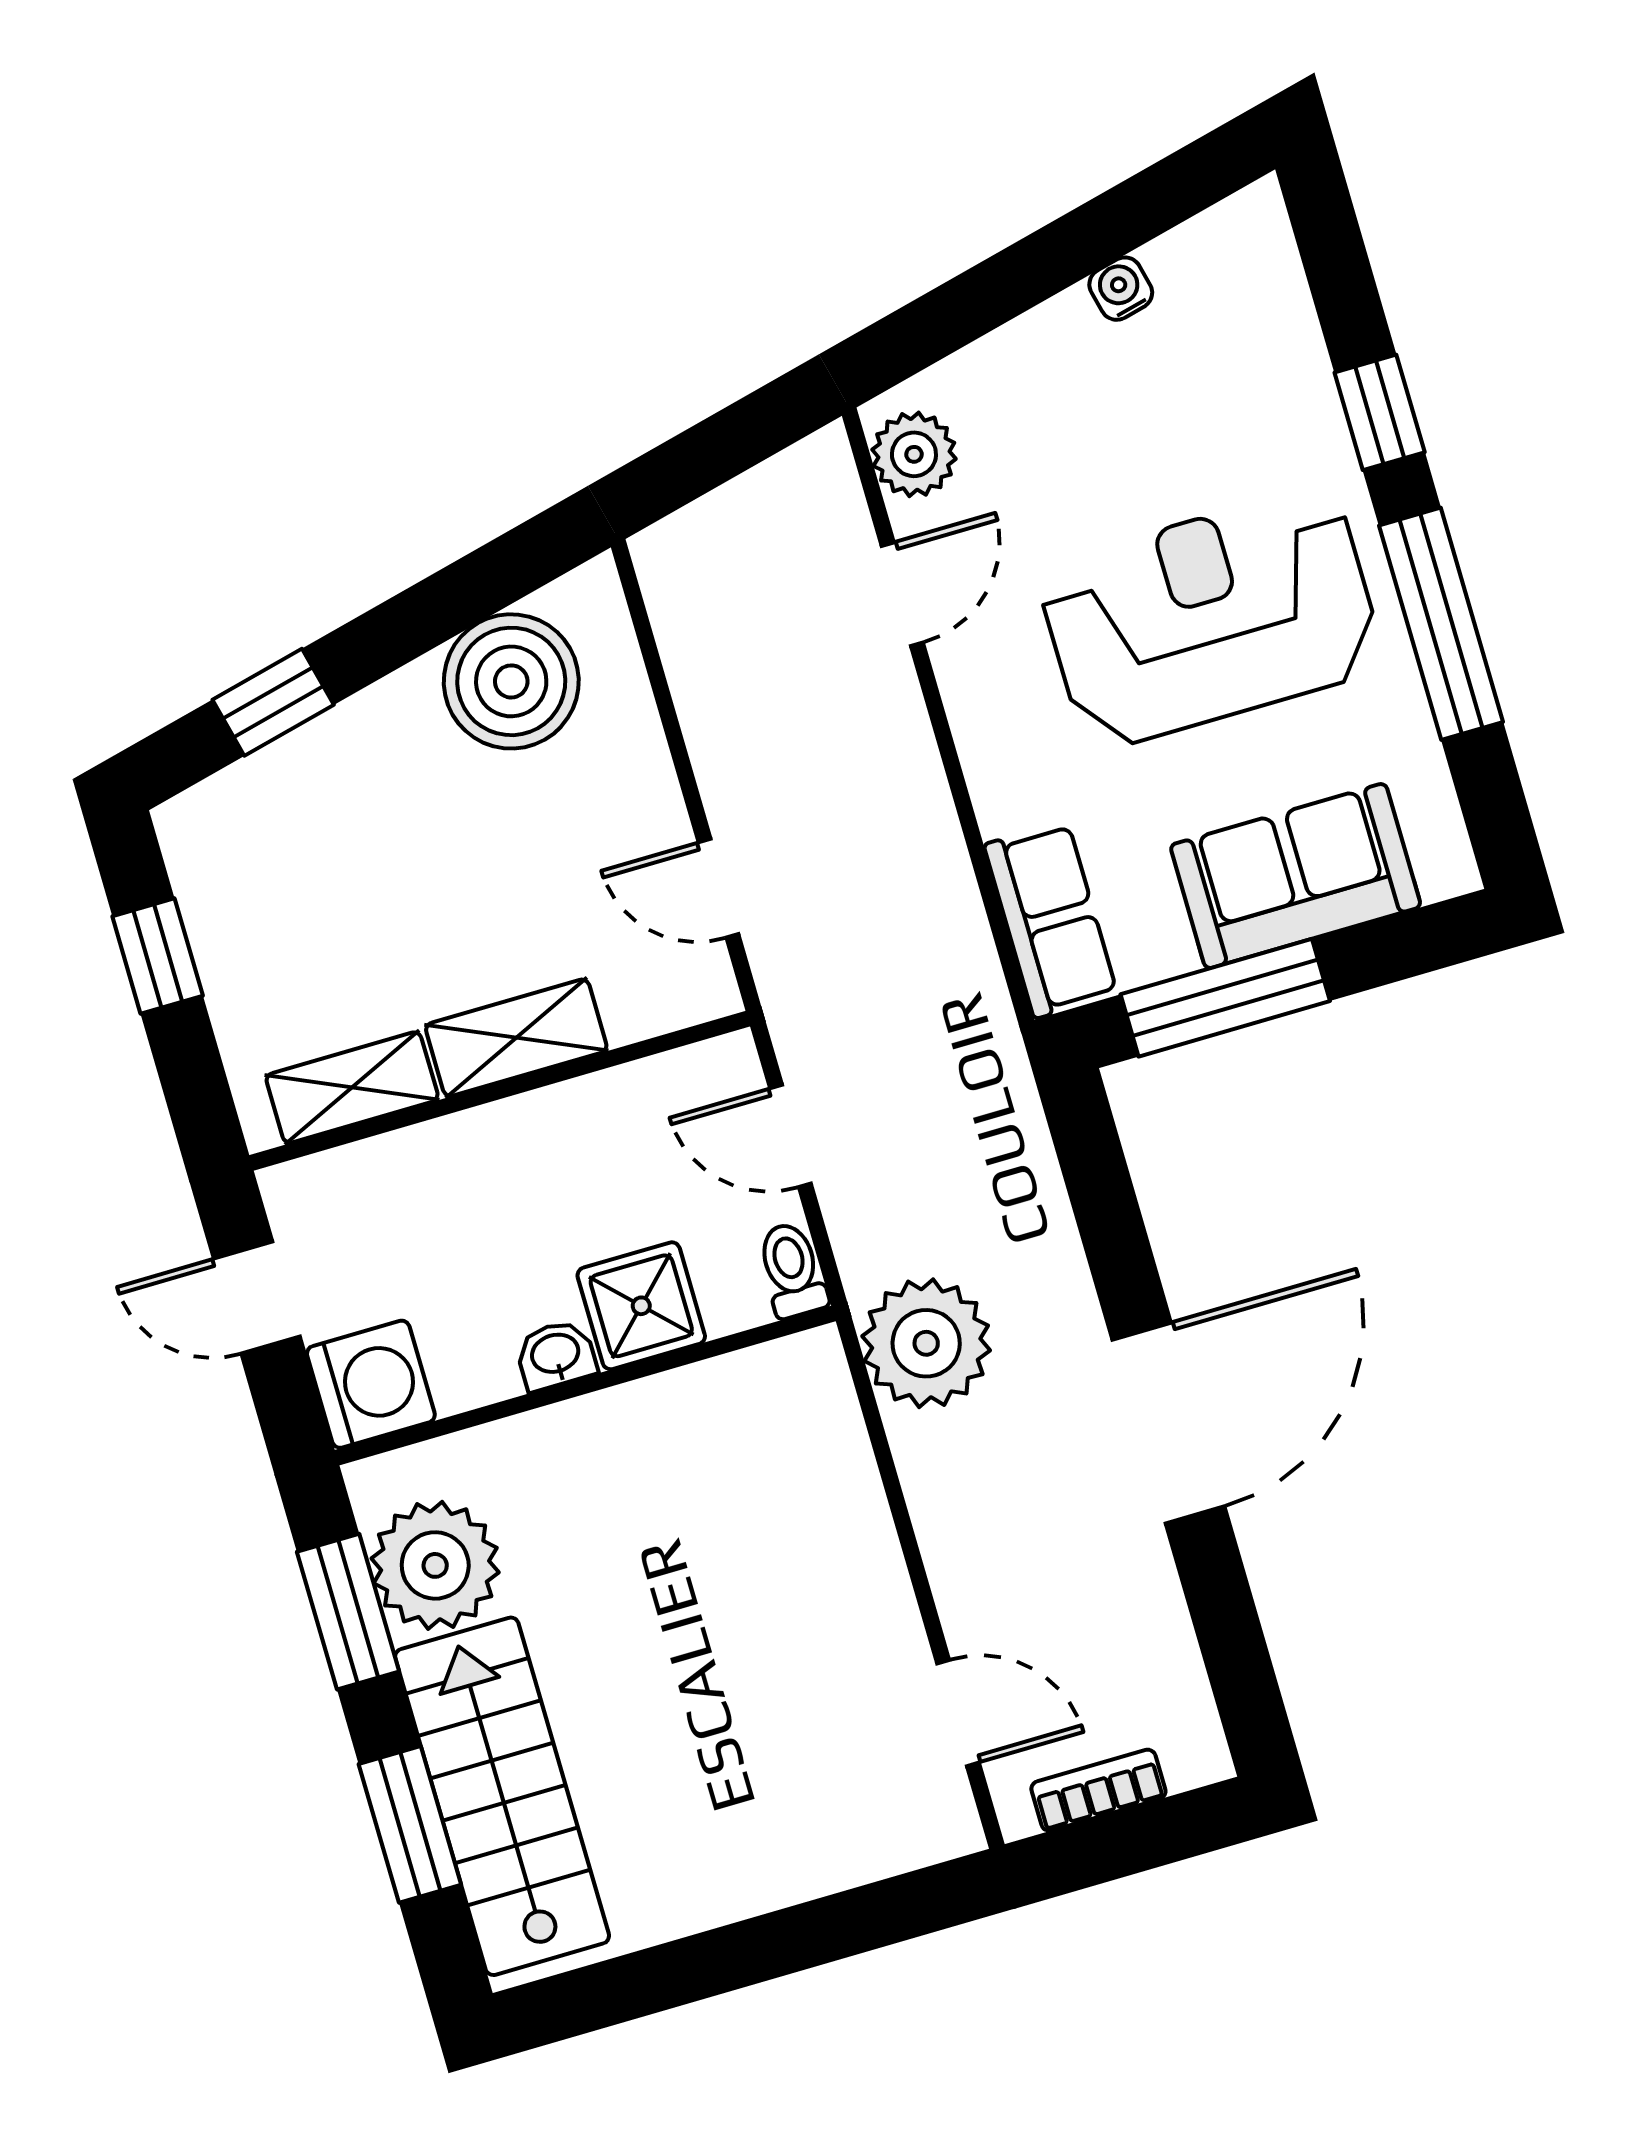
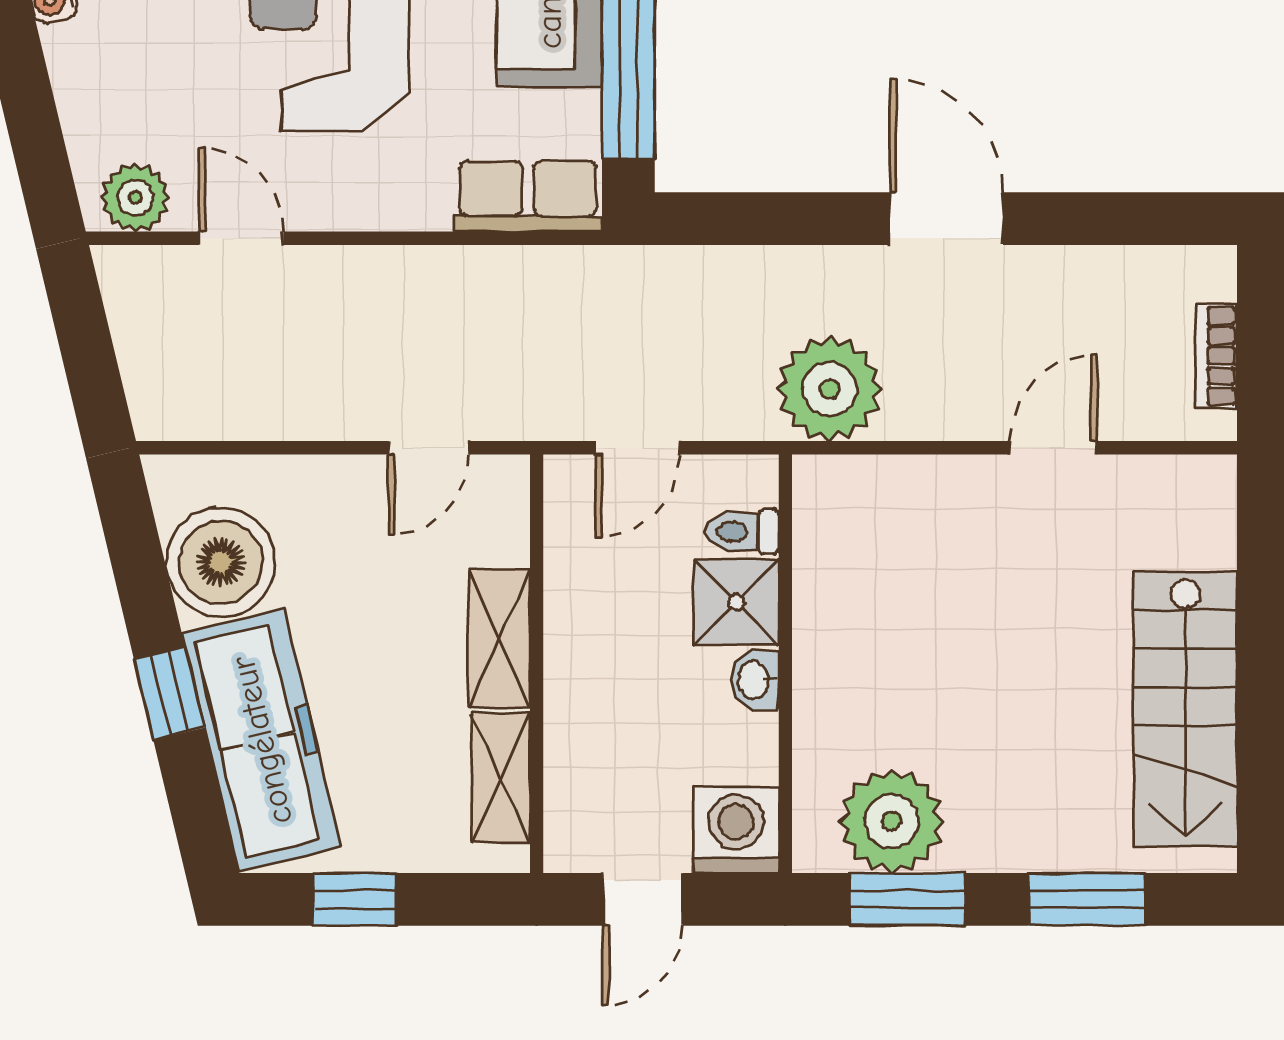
window: (273, 702) -> (169, 693), moved
freezer: (314, 791) -> (262, 740), added
toilet: (792, 1270) -> (742, 532), moved
door: (1168, 1423) -> (946, 219), width x0.73
door: (958, 1713) -> (1053, 448), moved
stairs: (502, 1796) -> (1185, 709), moved, turned -90

